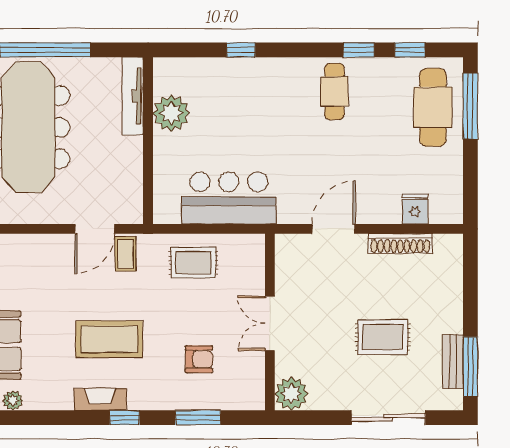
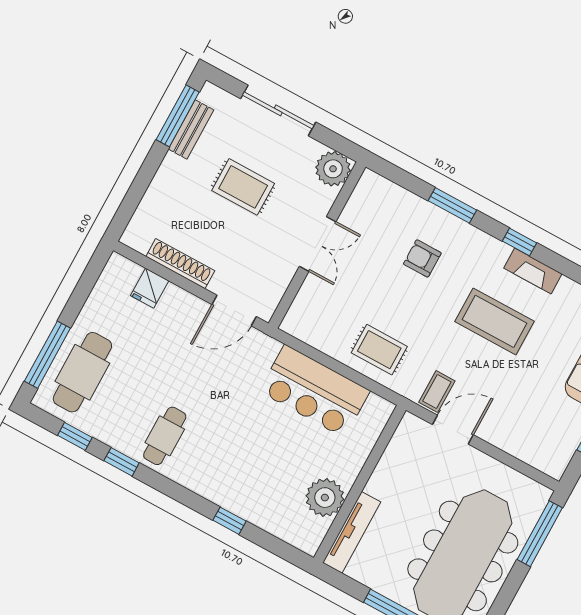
wall: (270, 322) -> (317, 245), moved
double door: (270, 323) -> (318, 244), moved
plant: (291, 394) -> (333, 169), moved

